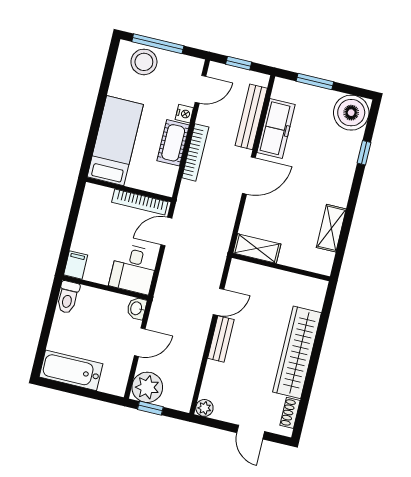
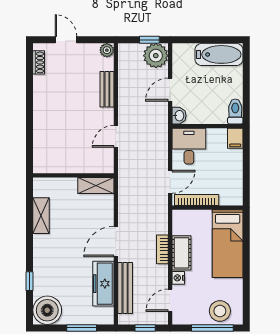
bookcase: (195, 152) -> (162, 249), width x0.64
bench: (221, 339) -> (107, 89), moved
wardrobe: (297, 352) -> (45, 111), removed

